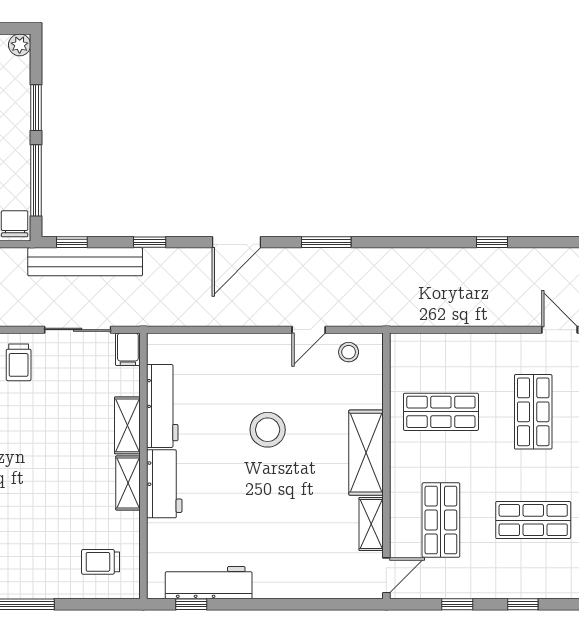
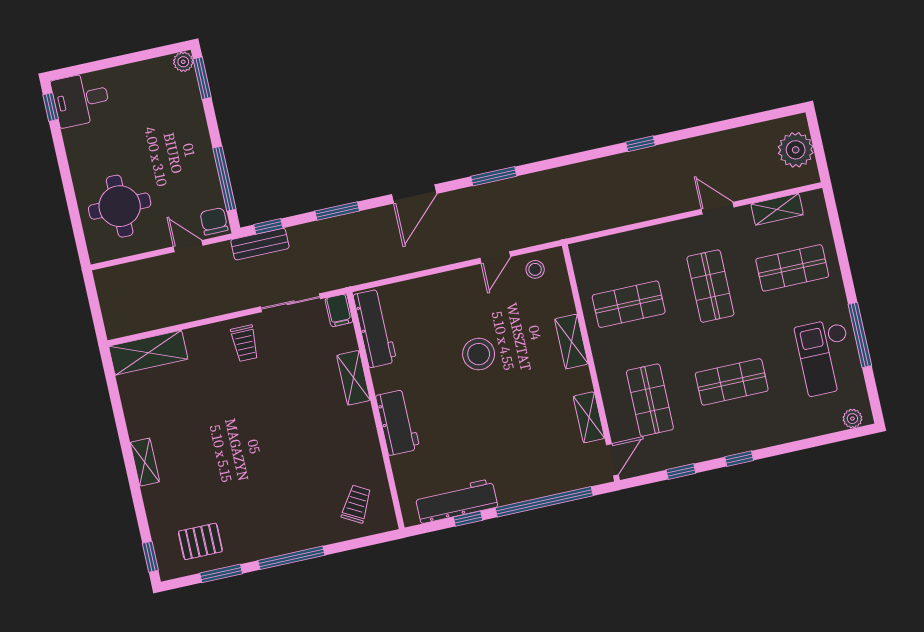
window: (36, 108) -> (202, 78), moved
window: (150, 242) -> (337, 211), width x1.50
bench: (85, 262) -> (260, 244), width x0.54, depth x0.82
workbench: (162, 406) -> (375, 328), moved
shelving: (366, 453) -> (571, 342), width x0.67, depth x0.75
shelving: (128, 483) -> (365, 429), removed
trolley: (101, 562) -> (357, 504), turned 119
window: (191, 604) -> (468, 519), moved
window: (303, 604) -> (544, 502), added

